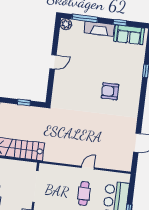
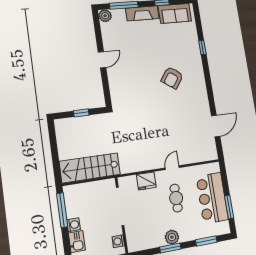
armchair: (110, 91) -> (172, 78), turned -55
fridge: (63, 172) -> (146, 181), added

